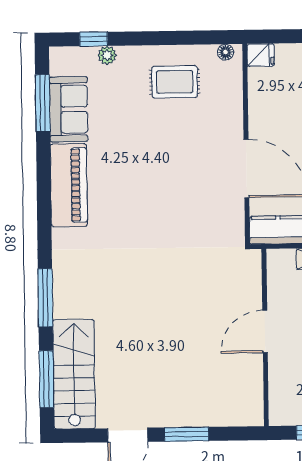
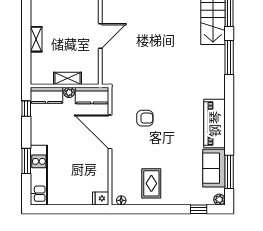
plant: (107, 55) -> (219, 200), moved
rug: (175, 82) -> (151, 183), turned 90
armchair: (187, 193) -> (145, 118), added

